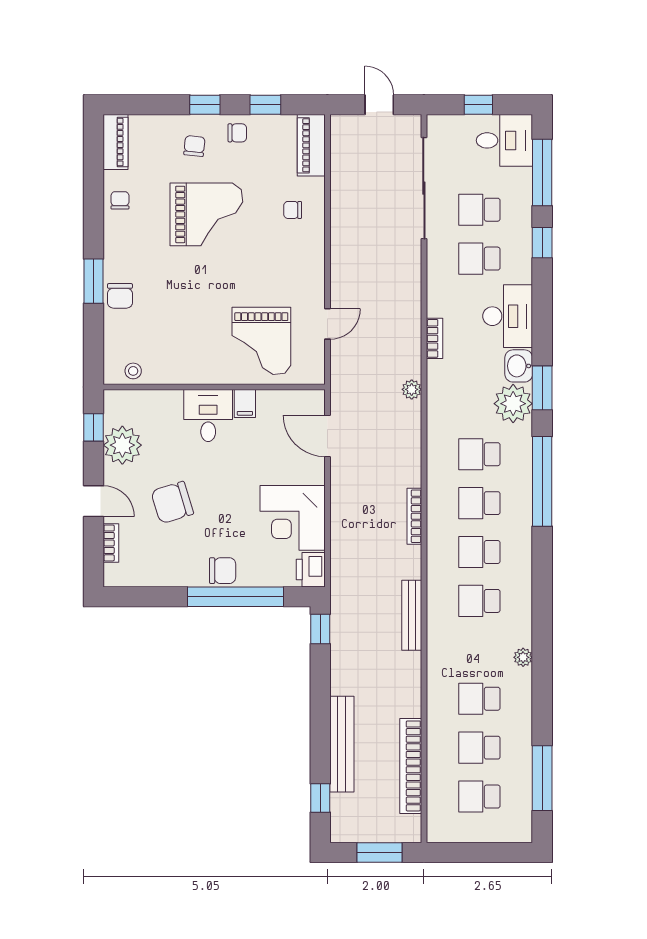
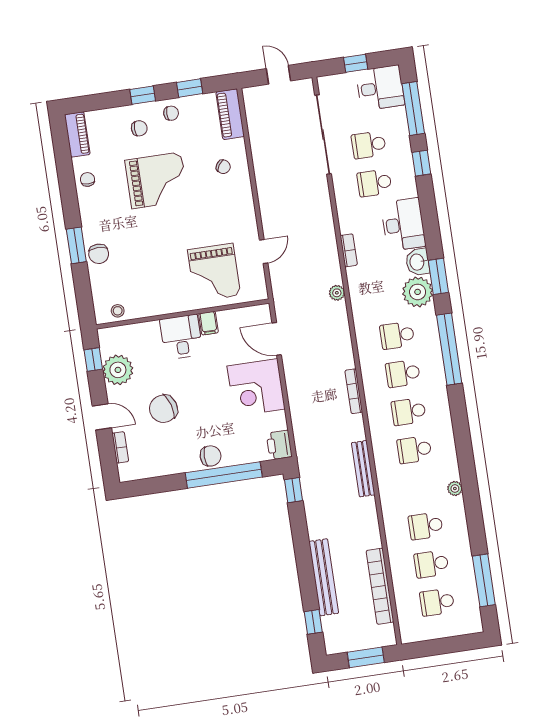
chair: (194, 146) -> (139, 128), turned 84
chair: (293, 210) -> (223, 167), turned -146
corner desk: (293, 518) -> (256, 387), moved

